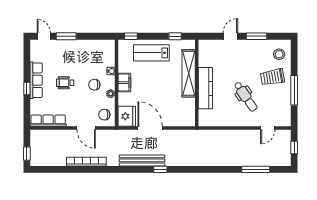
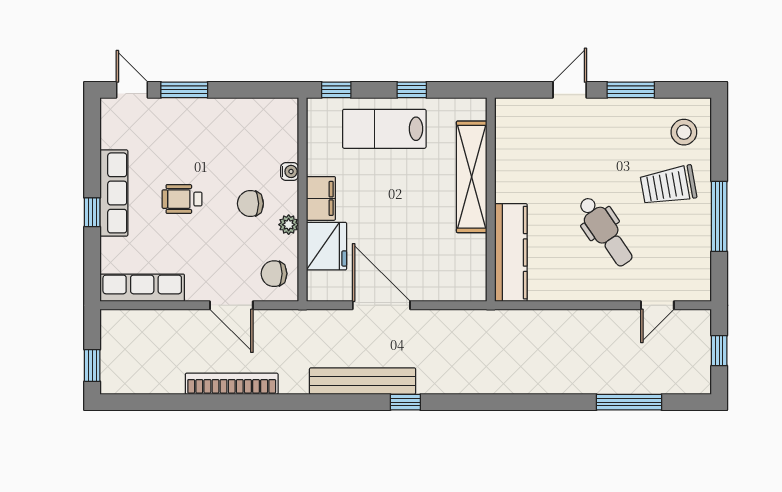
window: (175, 36) -> (412, 90), moved
kitchen counter: (205, 88) -> (511, 253), moved
fridge: (127, 116) -> (326, 246), moved

